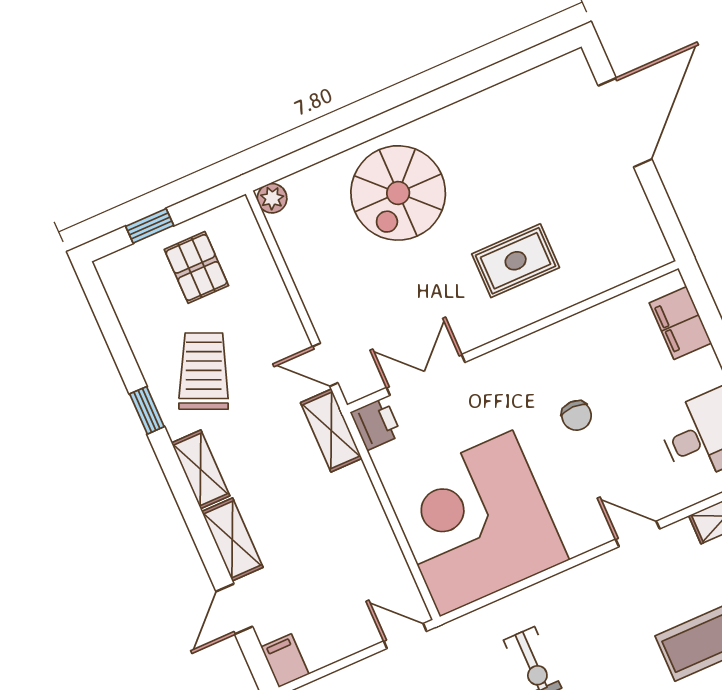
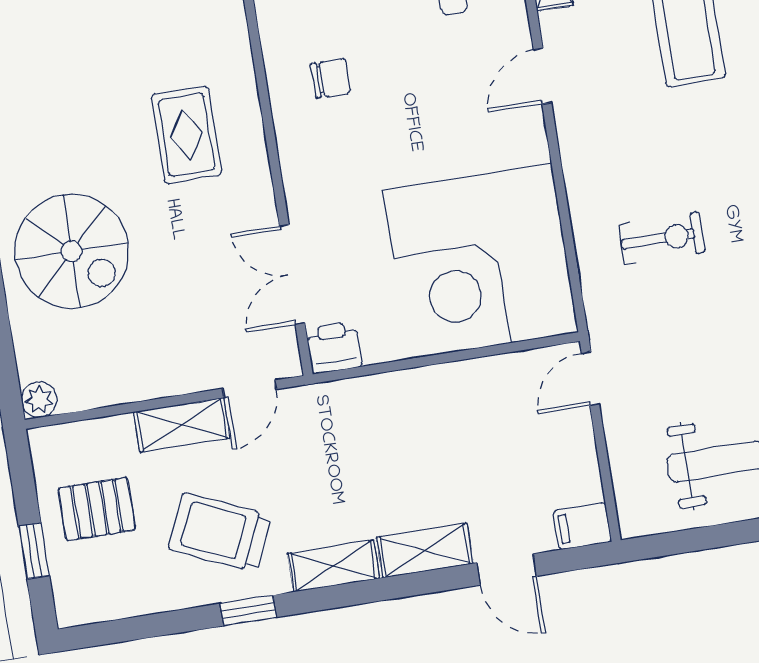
chair: (577, 416) -> (331, 78), moved
shelving: (331, 430) -> (182, 425), moved

